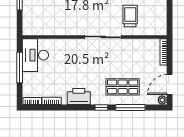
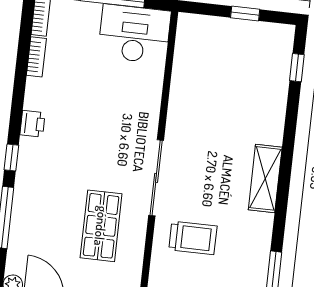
shop shelf: (123, 87) -> (101, 226), moved
printer: (79, 97) -> (32, 124), width x0.53, depth x0.68

